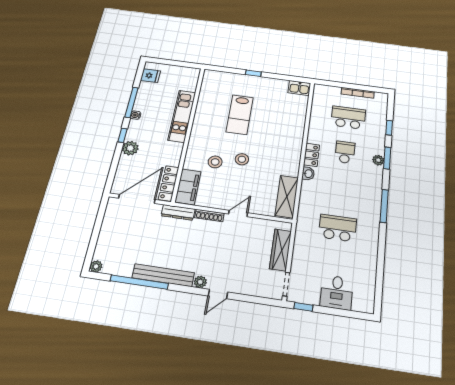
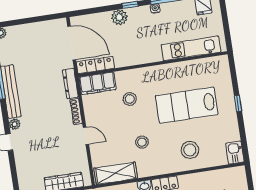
lab bench: (240, 115) -> (187, 105), width x1.36, depth x1.39
kitchen unit: (182, 116) -> (191, 48), moved
stool: (285, 124) -> (190, 150), added
stool: (242, 159) -> (142, 142), moved

